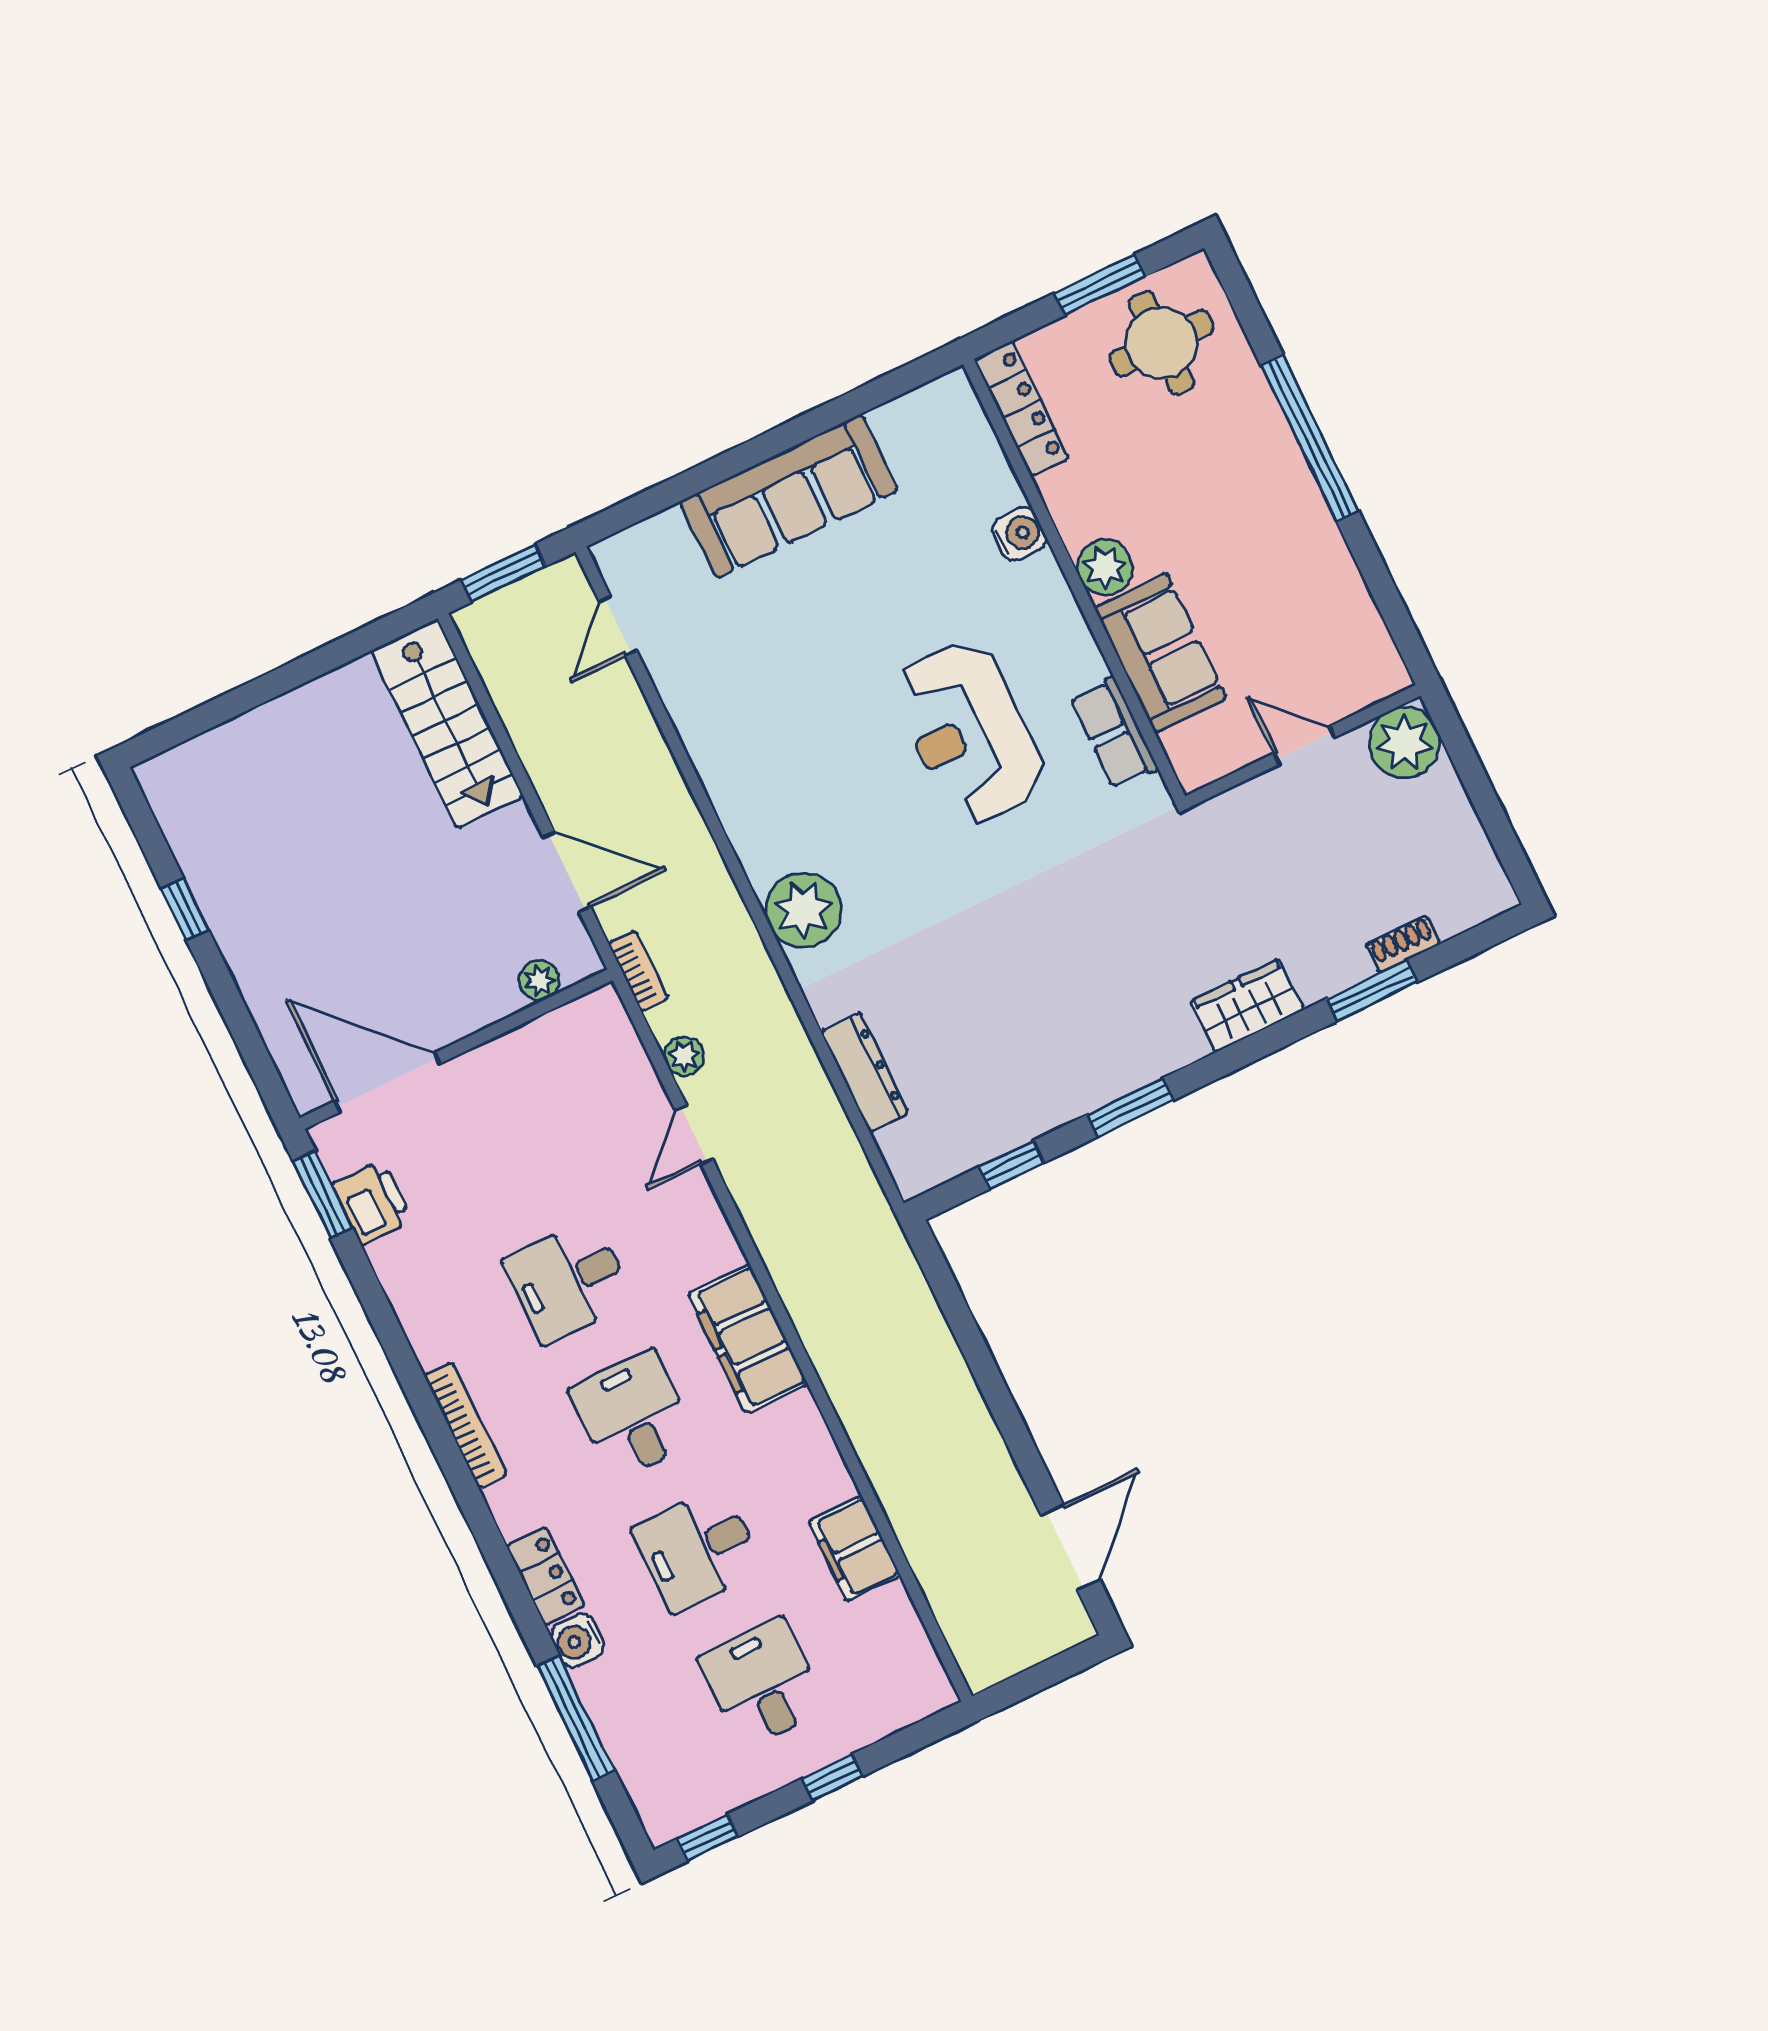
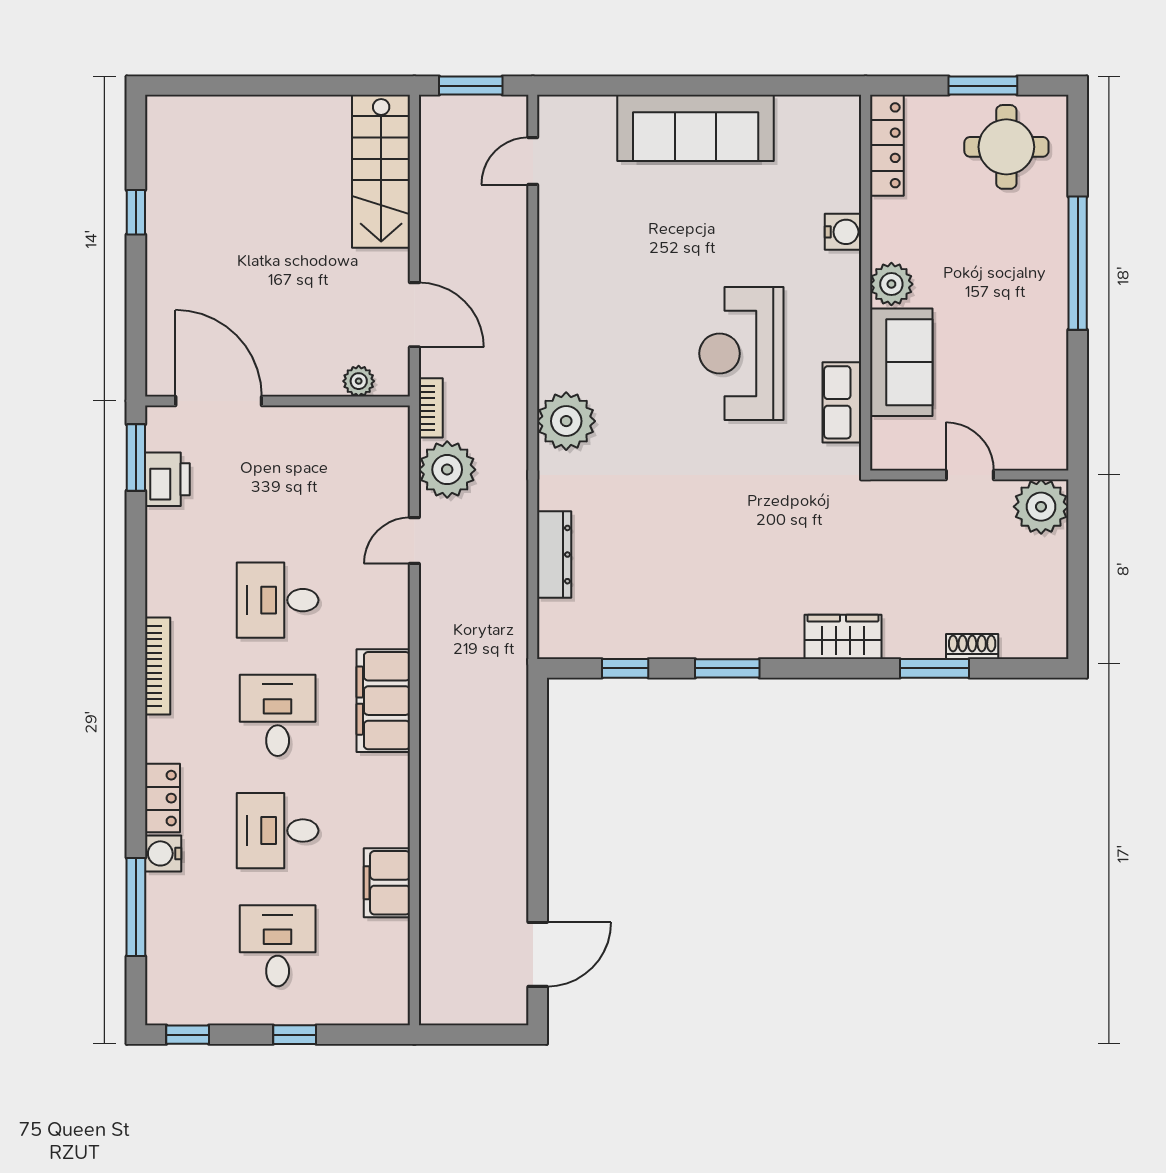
plant: (684, 1056) -> (447, 470), width x1.88, depth x1.88

